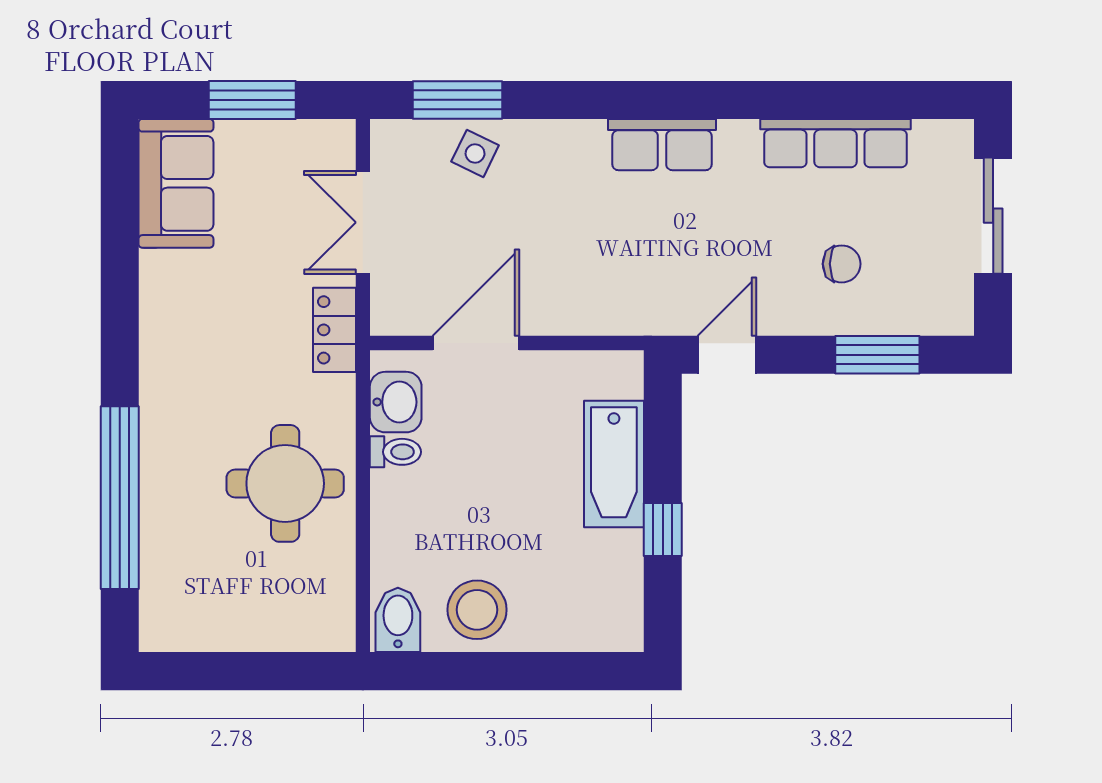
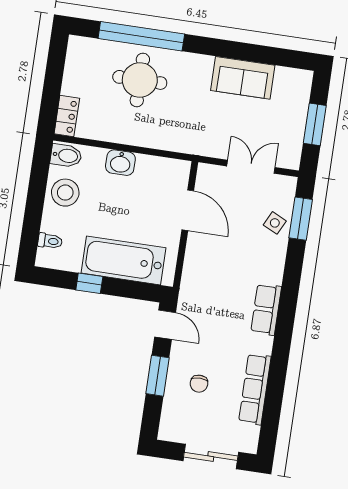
sofa: (176, 183) -> (243, 78), moved
locker: (334, 330) -> (67, 116), moved, turned 90
window: (877, 355) -> (158, 376), moved
washbasin: (396, 402) -> (120, 163), moved
toilet: (395, 452) -> (50, 241), moved, turned -90
bathtub: (614, 464) -> (123, 260), width x1.36, depth x1.36
round table: (285, 483) -> (140, 80), moved

